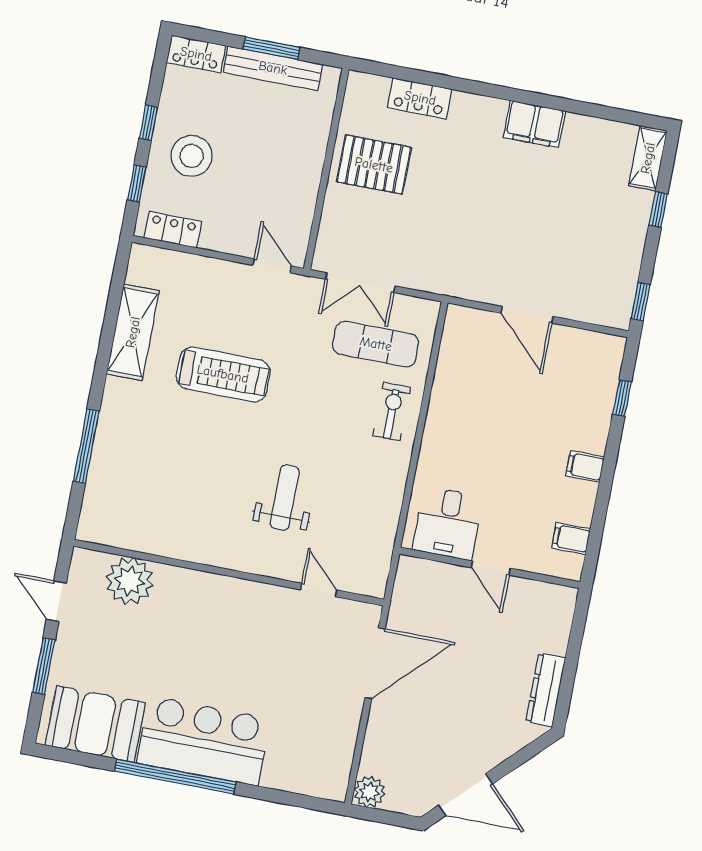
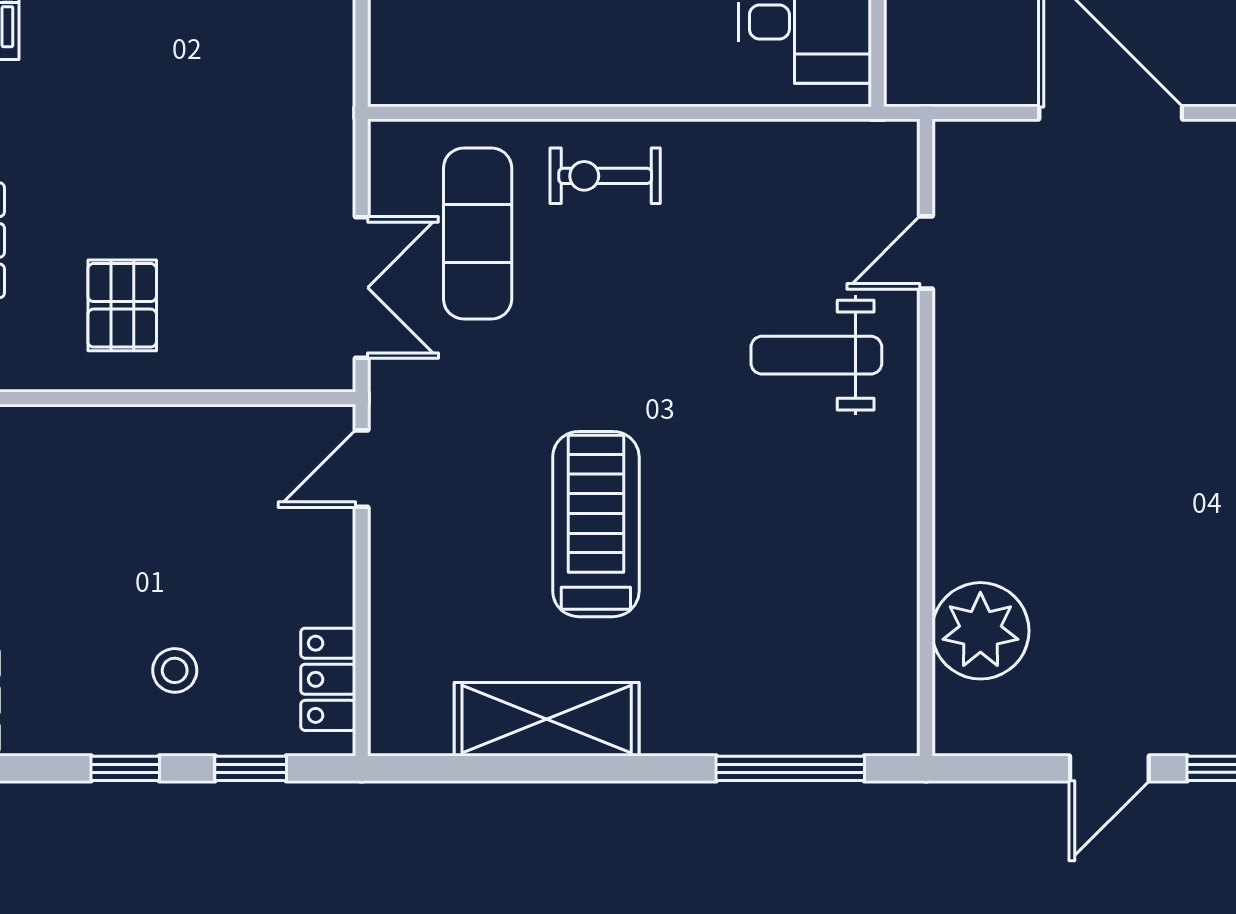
stool: (192, 156) -> (175, 670), width x0.53, depth x0.53
pallet: (374, 165) -> (122, 305), width x0.67, depth x0.71
wall: (229, 573) -> (926, 438), moved
plant: (130, 581) -> (980, 631), moved
door: (319, 590) -> (926, 253), moved

